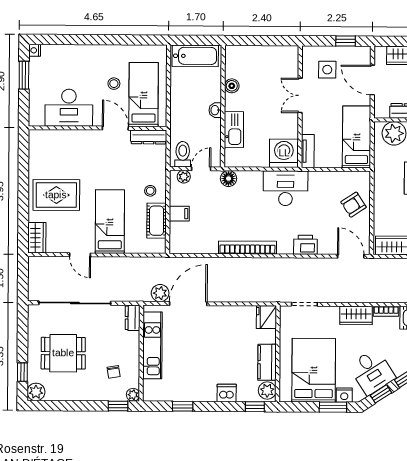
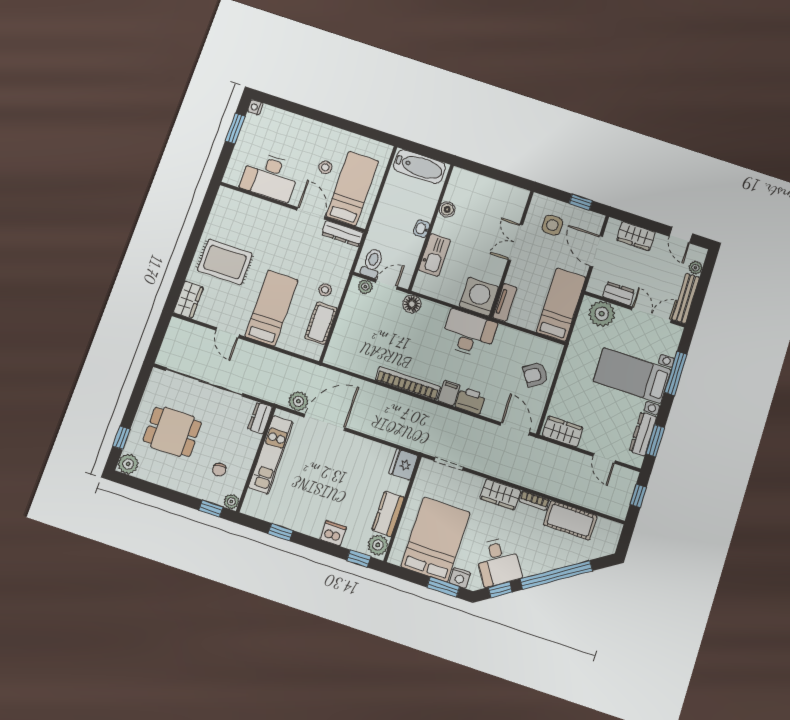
filing cabinet: (179, 214) -> (449, 393), moved, turned -90

